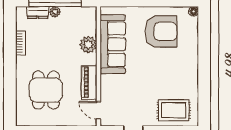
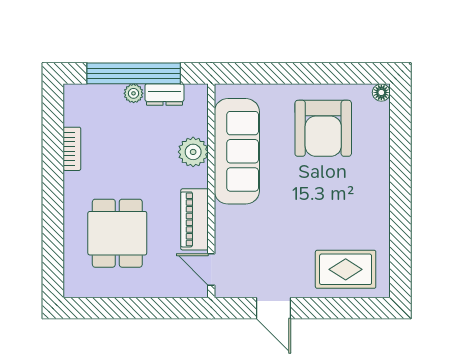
dresser: (38, 13) -> (165, 95), moved
armchair: (161, 31) -> (323, 128), turned 90

